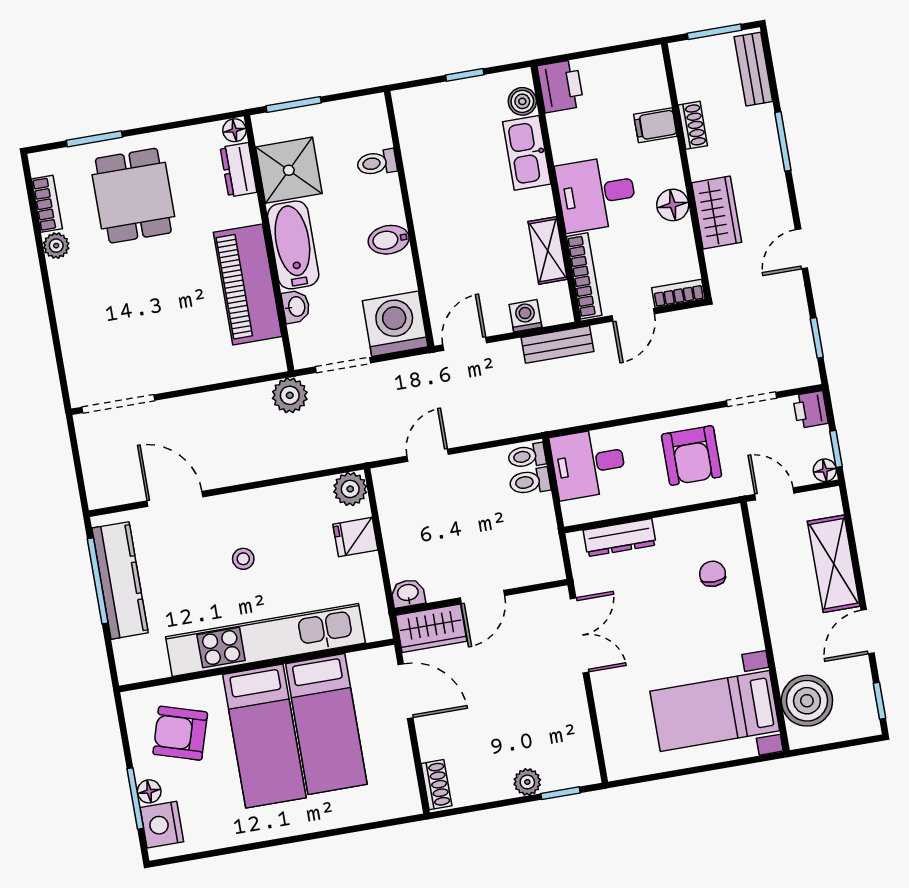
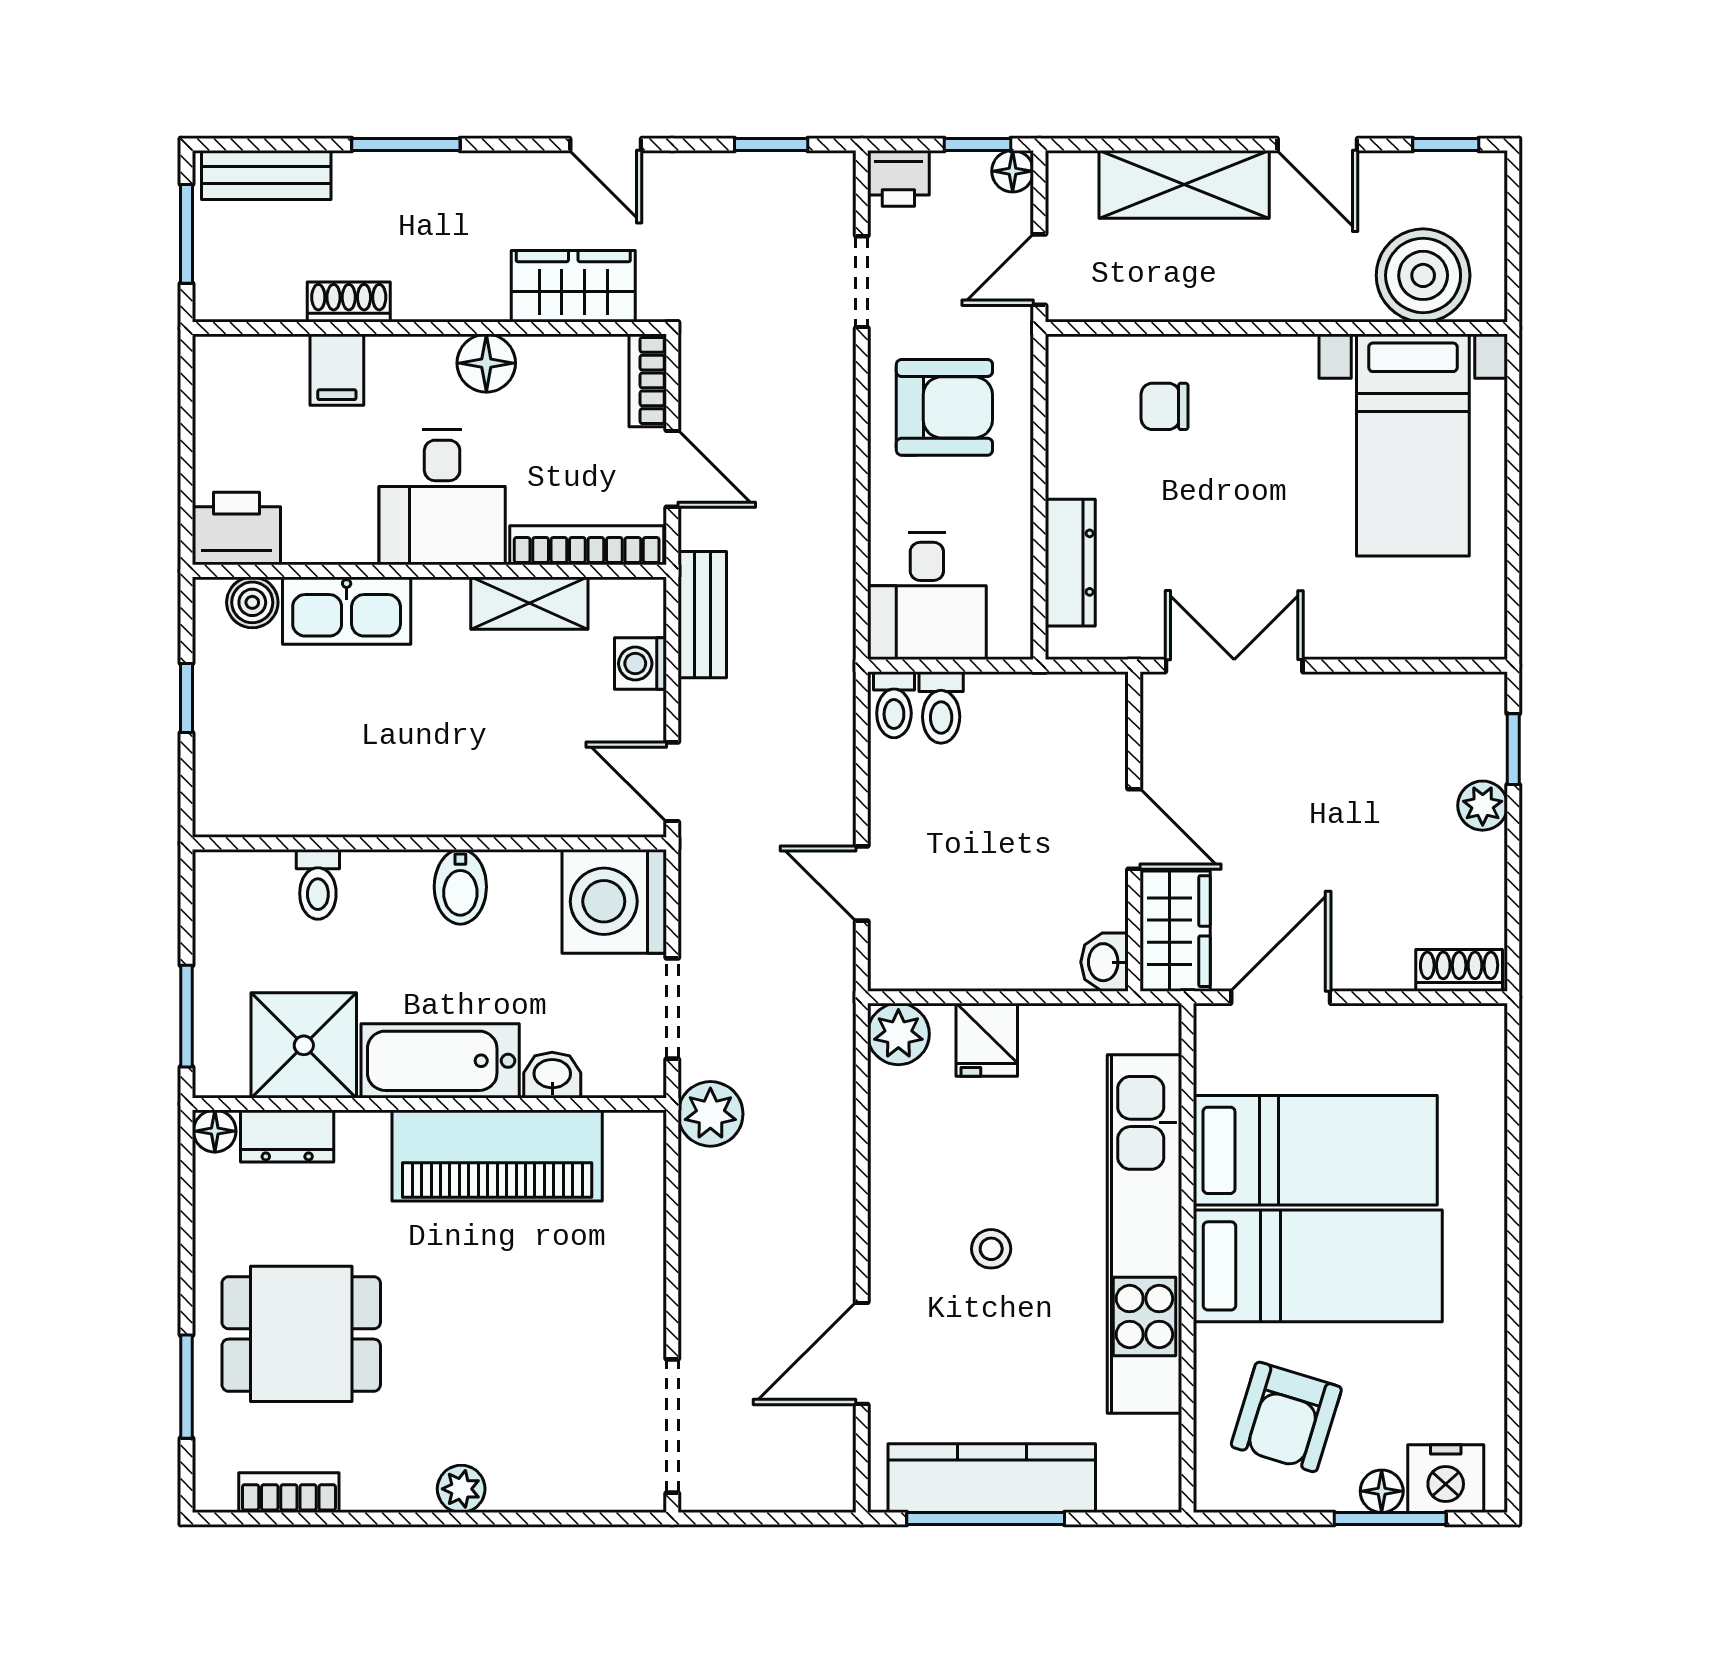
wardrobe: (717, 213) -> (573, 286), moved
plant: (56, 246) -> (461, 1489), moved

